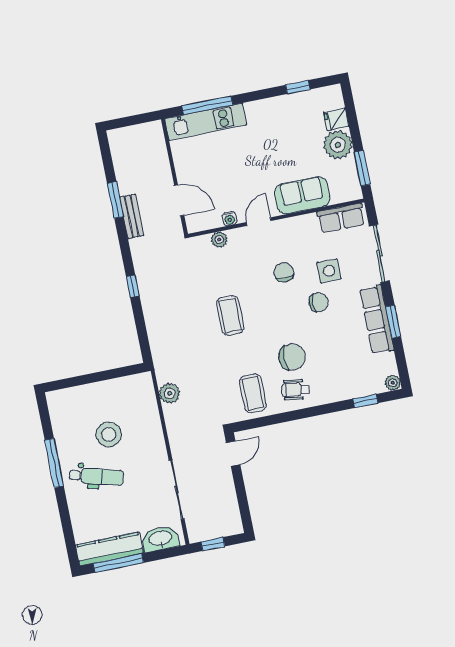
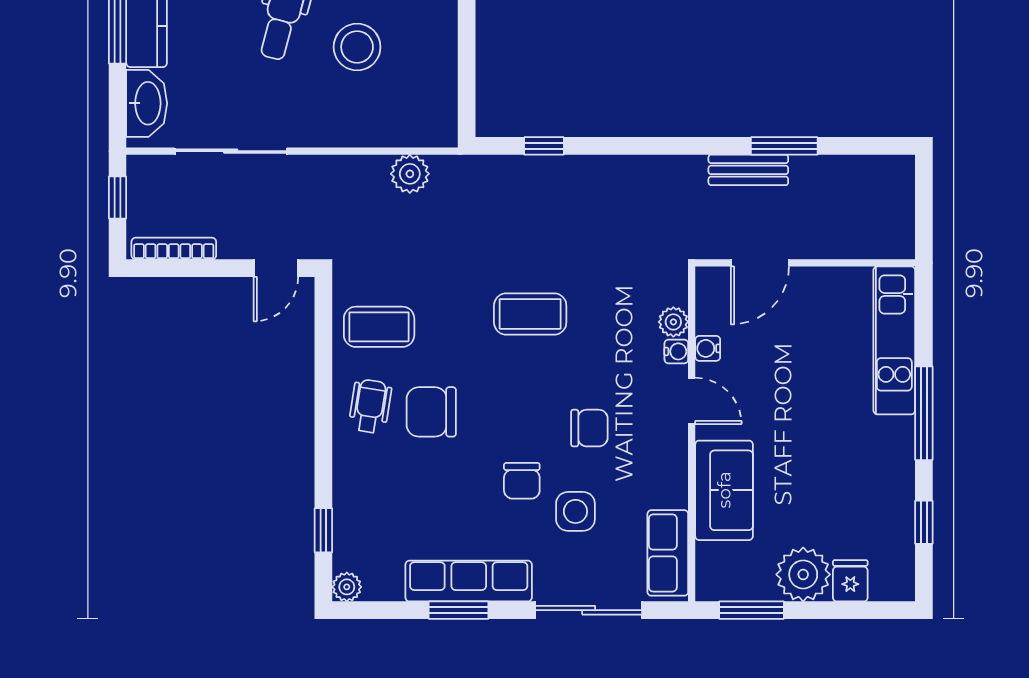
window: (207, 105) -> (924, 413), moved
water cooler: (234, 235) -> (676, 351), added
window: (133, 286) -> (544, 146), moved
chair: (292, 357) -> (431, 412), turned 90
door: (233, 454) -> (276, 268), hinge flipped
bookcase: (234, 509) -> (174, 249), added

